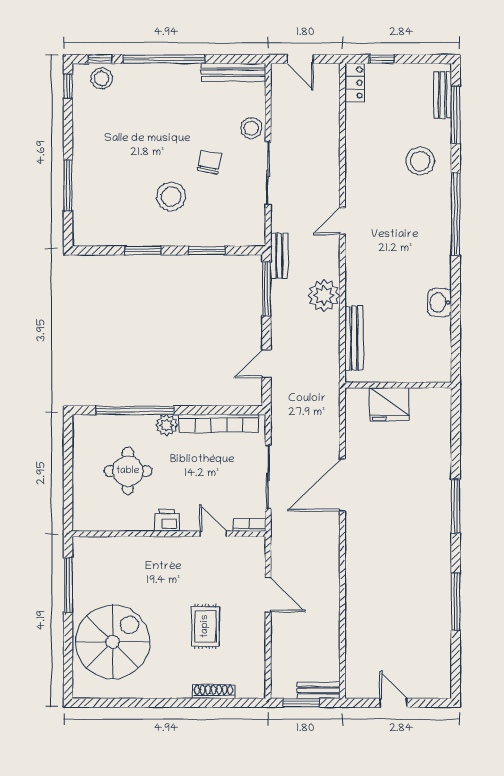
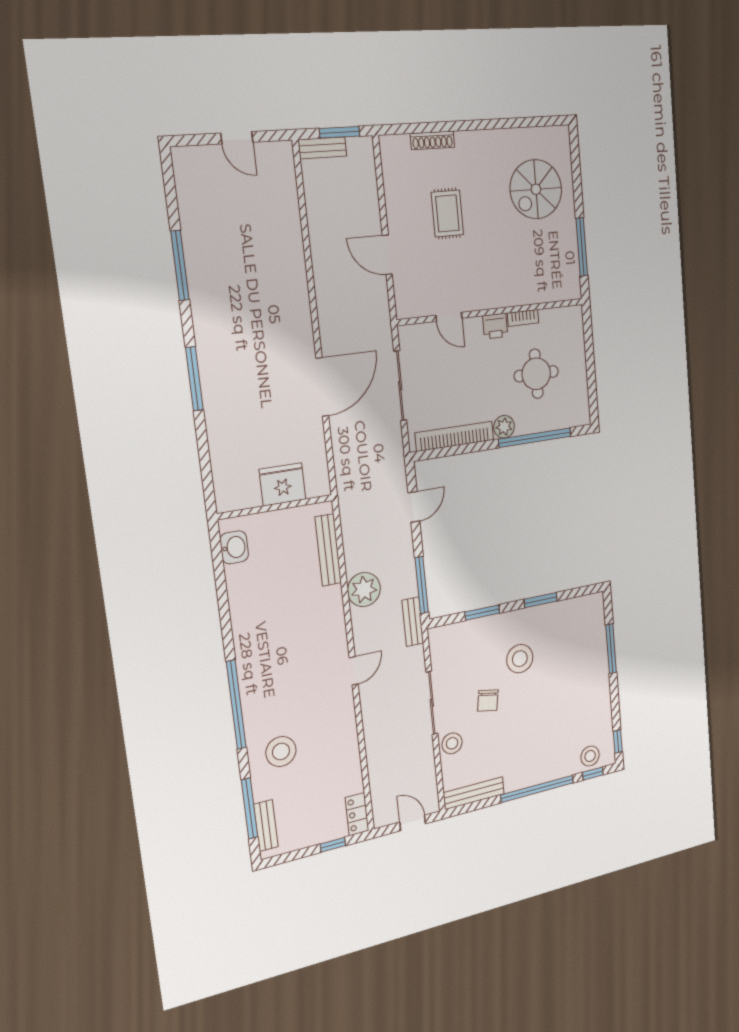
washbasin: (440, 302) -> (234, 547), moved
bookcase: (250, 525) -> (523, 318), moved
spiral stairs: (113, 642) -> (536, 189), width x0.73, depth x0.73

